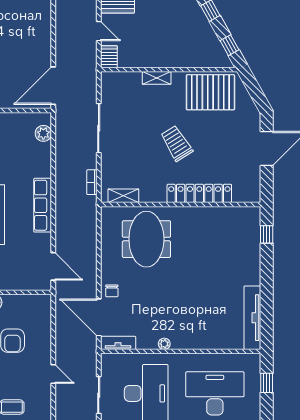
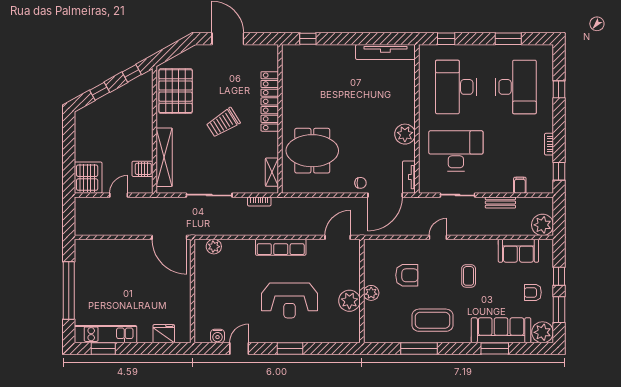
server rack: (109, 57) -> (142, 169), moved
shelving: (157, 78) -> (164, 157), width x2.20, depth x1.33
plant: (164, 344) -> (405, 134), width x1.88, depth x1.88

